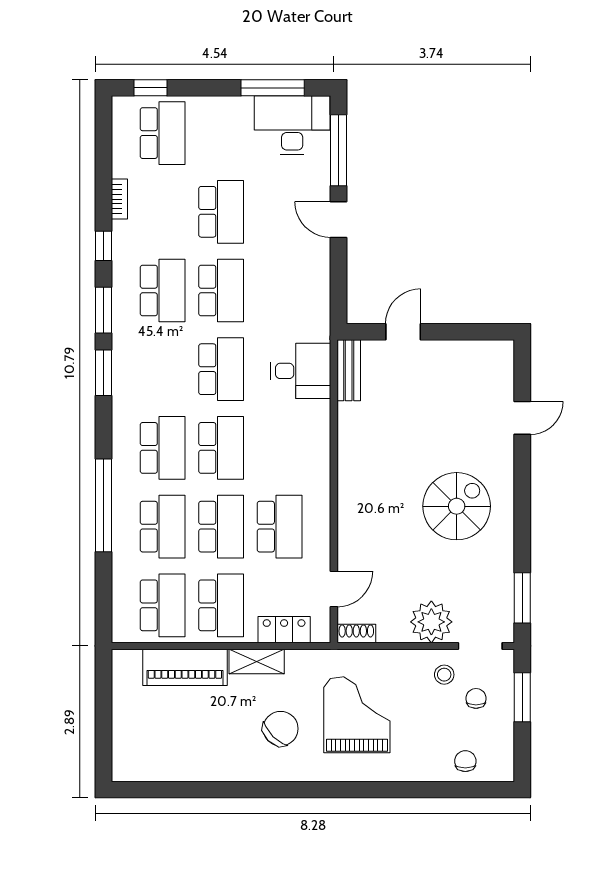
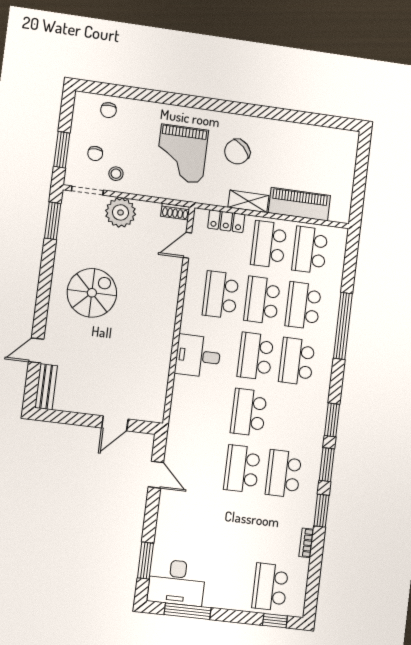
window: (339, 150) -> (145, 561), width x0.69
school desk: (221, 212) -> (235, 525), removed
door: (339, 220) -> (156, 475), moved
window: (104, 246) -> (321, 511), width x1.50
bench: (349, 370) -> (46, 387), moved
desk: (301, 371) -> (198, 356), moved
spiral stairs: (457, 506) -> (92, 293), turned 180

